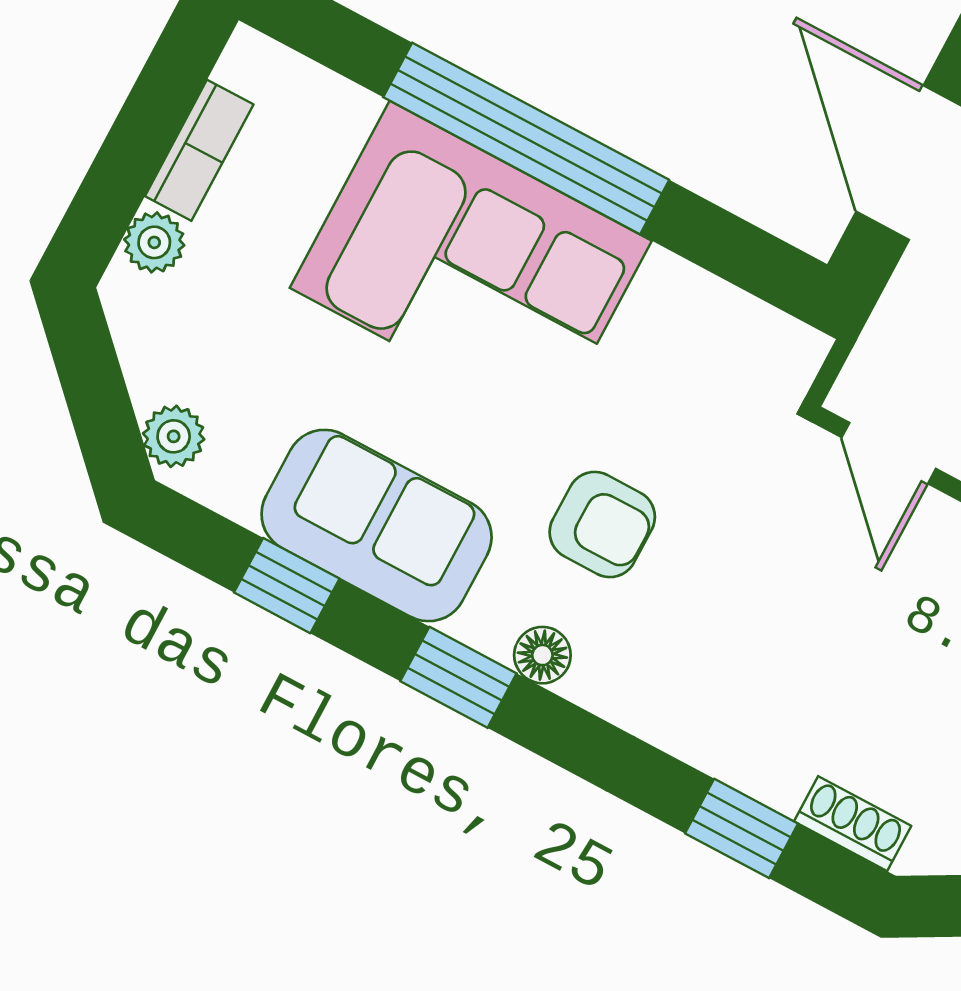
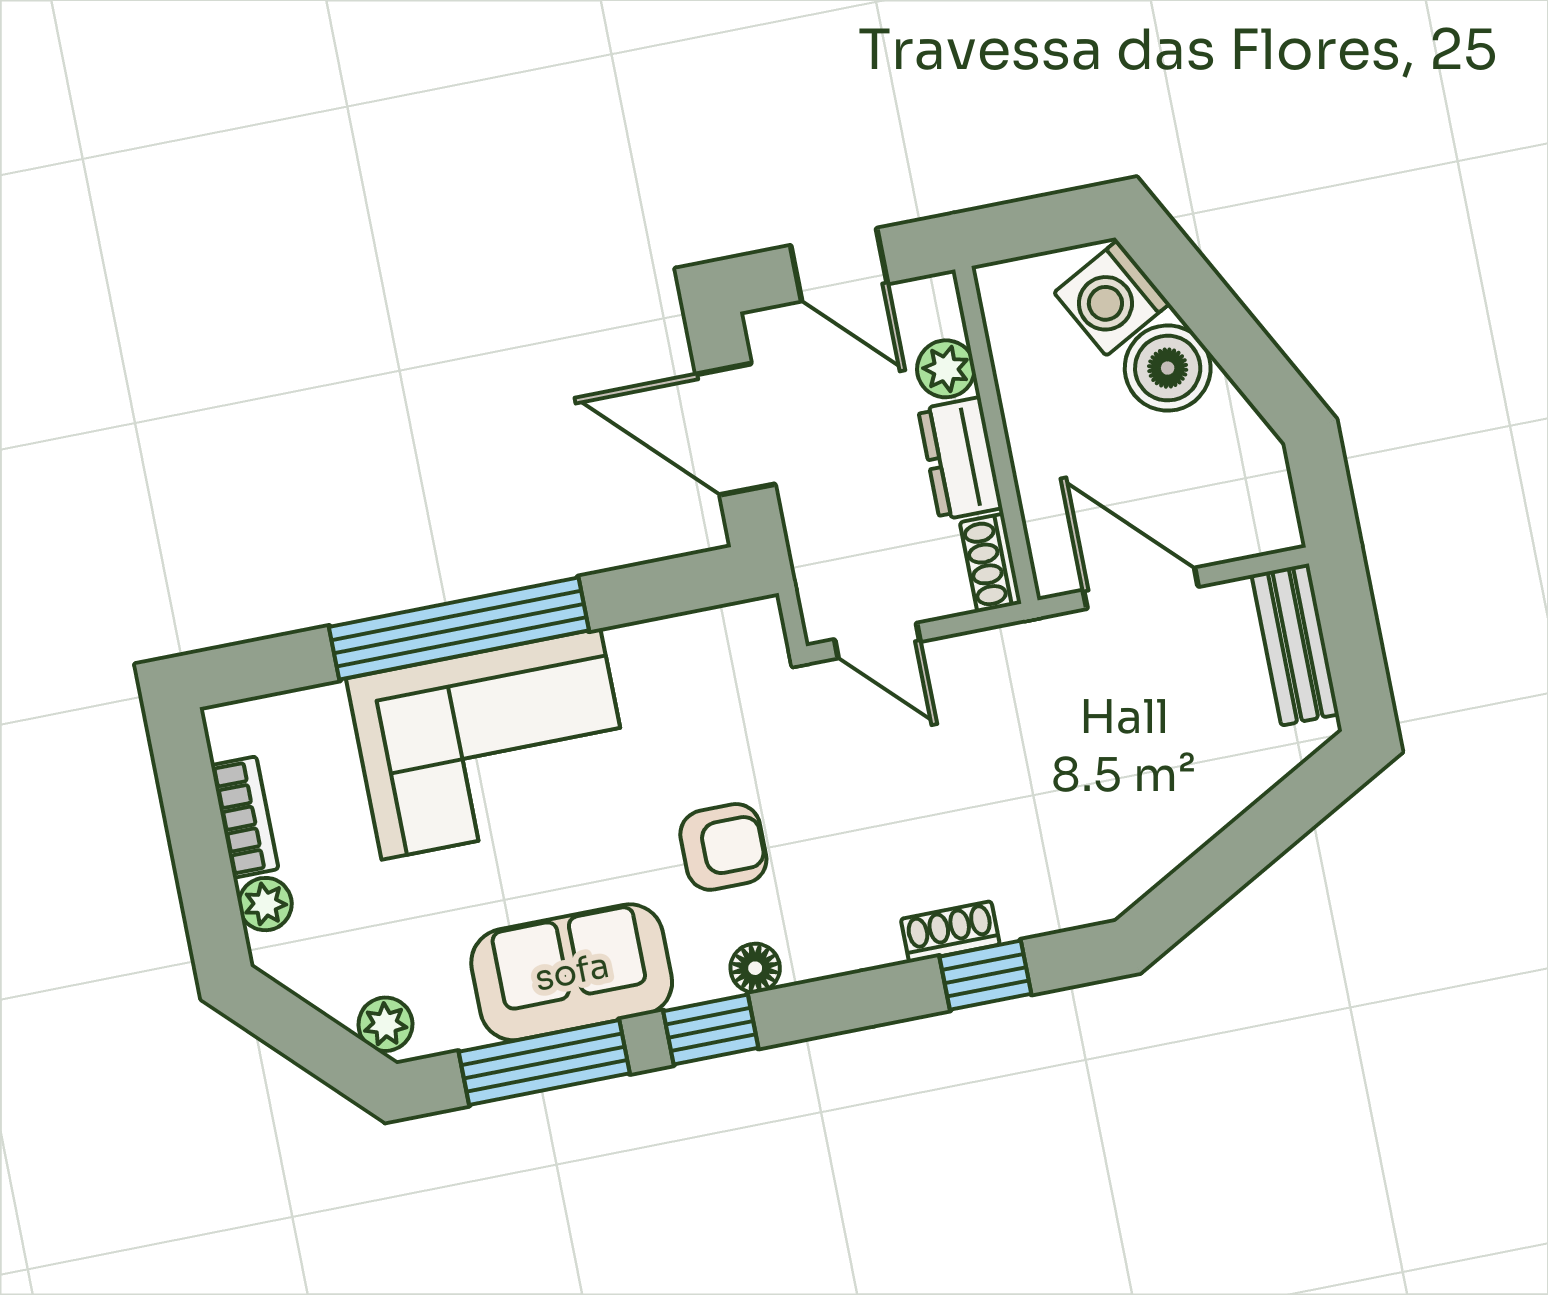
window: (287, 586) -> (544, 1062), width x2.17
shoe rack: (853, 824) -> (950, 932), moved

